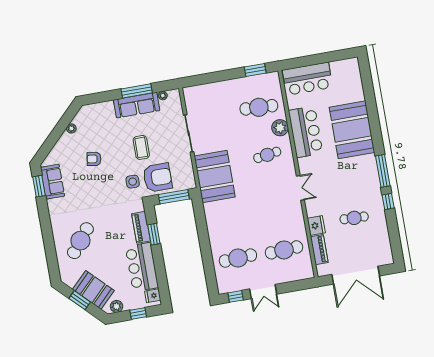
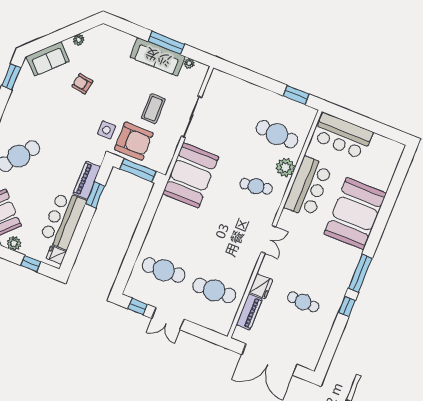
coffee table: (141, 147) -> (153, 109), moved
sofa: (52, 182) -> (48, 59), moved, turned 45

